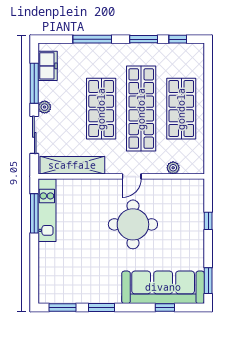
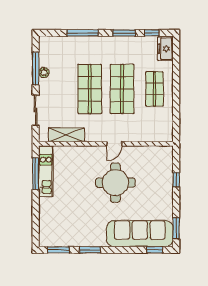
freezer: (48, 66) -> (165, 49), moved, turned 180
plant: (45, 107) -> (44, 73), moved
shop shelf: (141, 109) -> (122, 89), width x0.71
shop shelf: (181, 109) -> (154, 89), width x0.70, depth x0.74
shelving: (72, 165) -> (66, 135), width x0.68
plant: (173, 168) -> (148, 137), removed
window: (165, 307) -> (155, 250), moved

